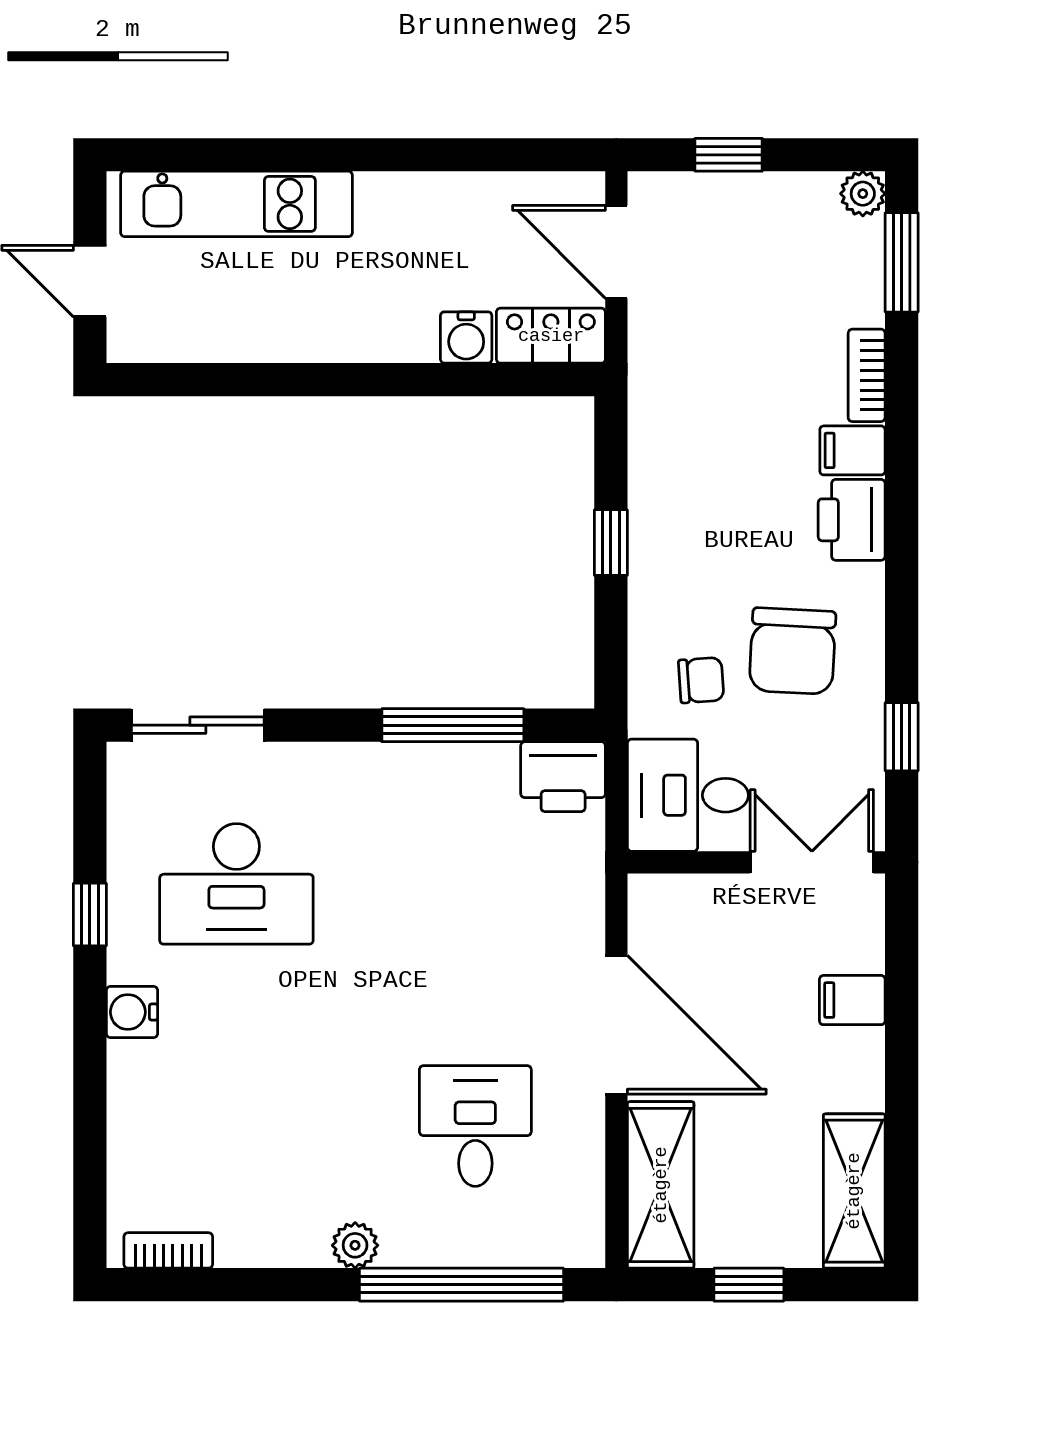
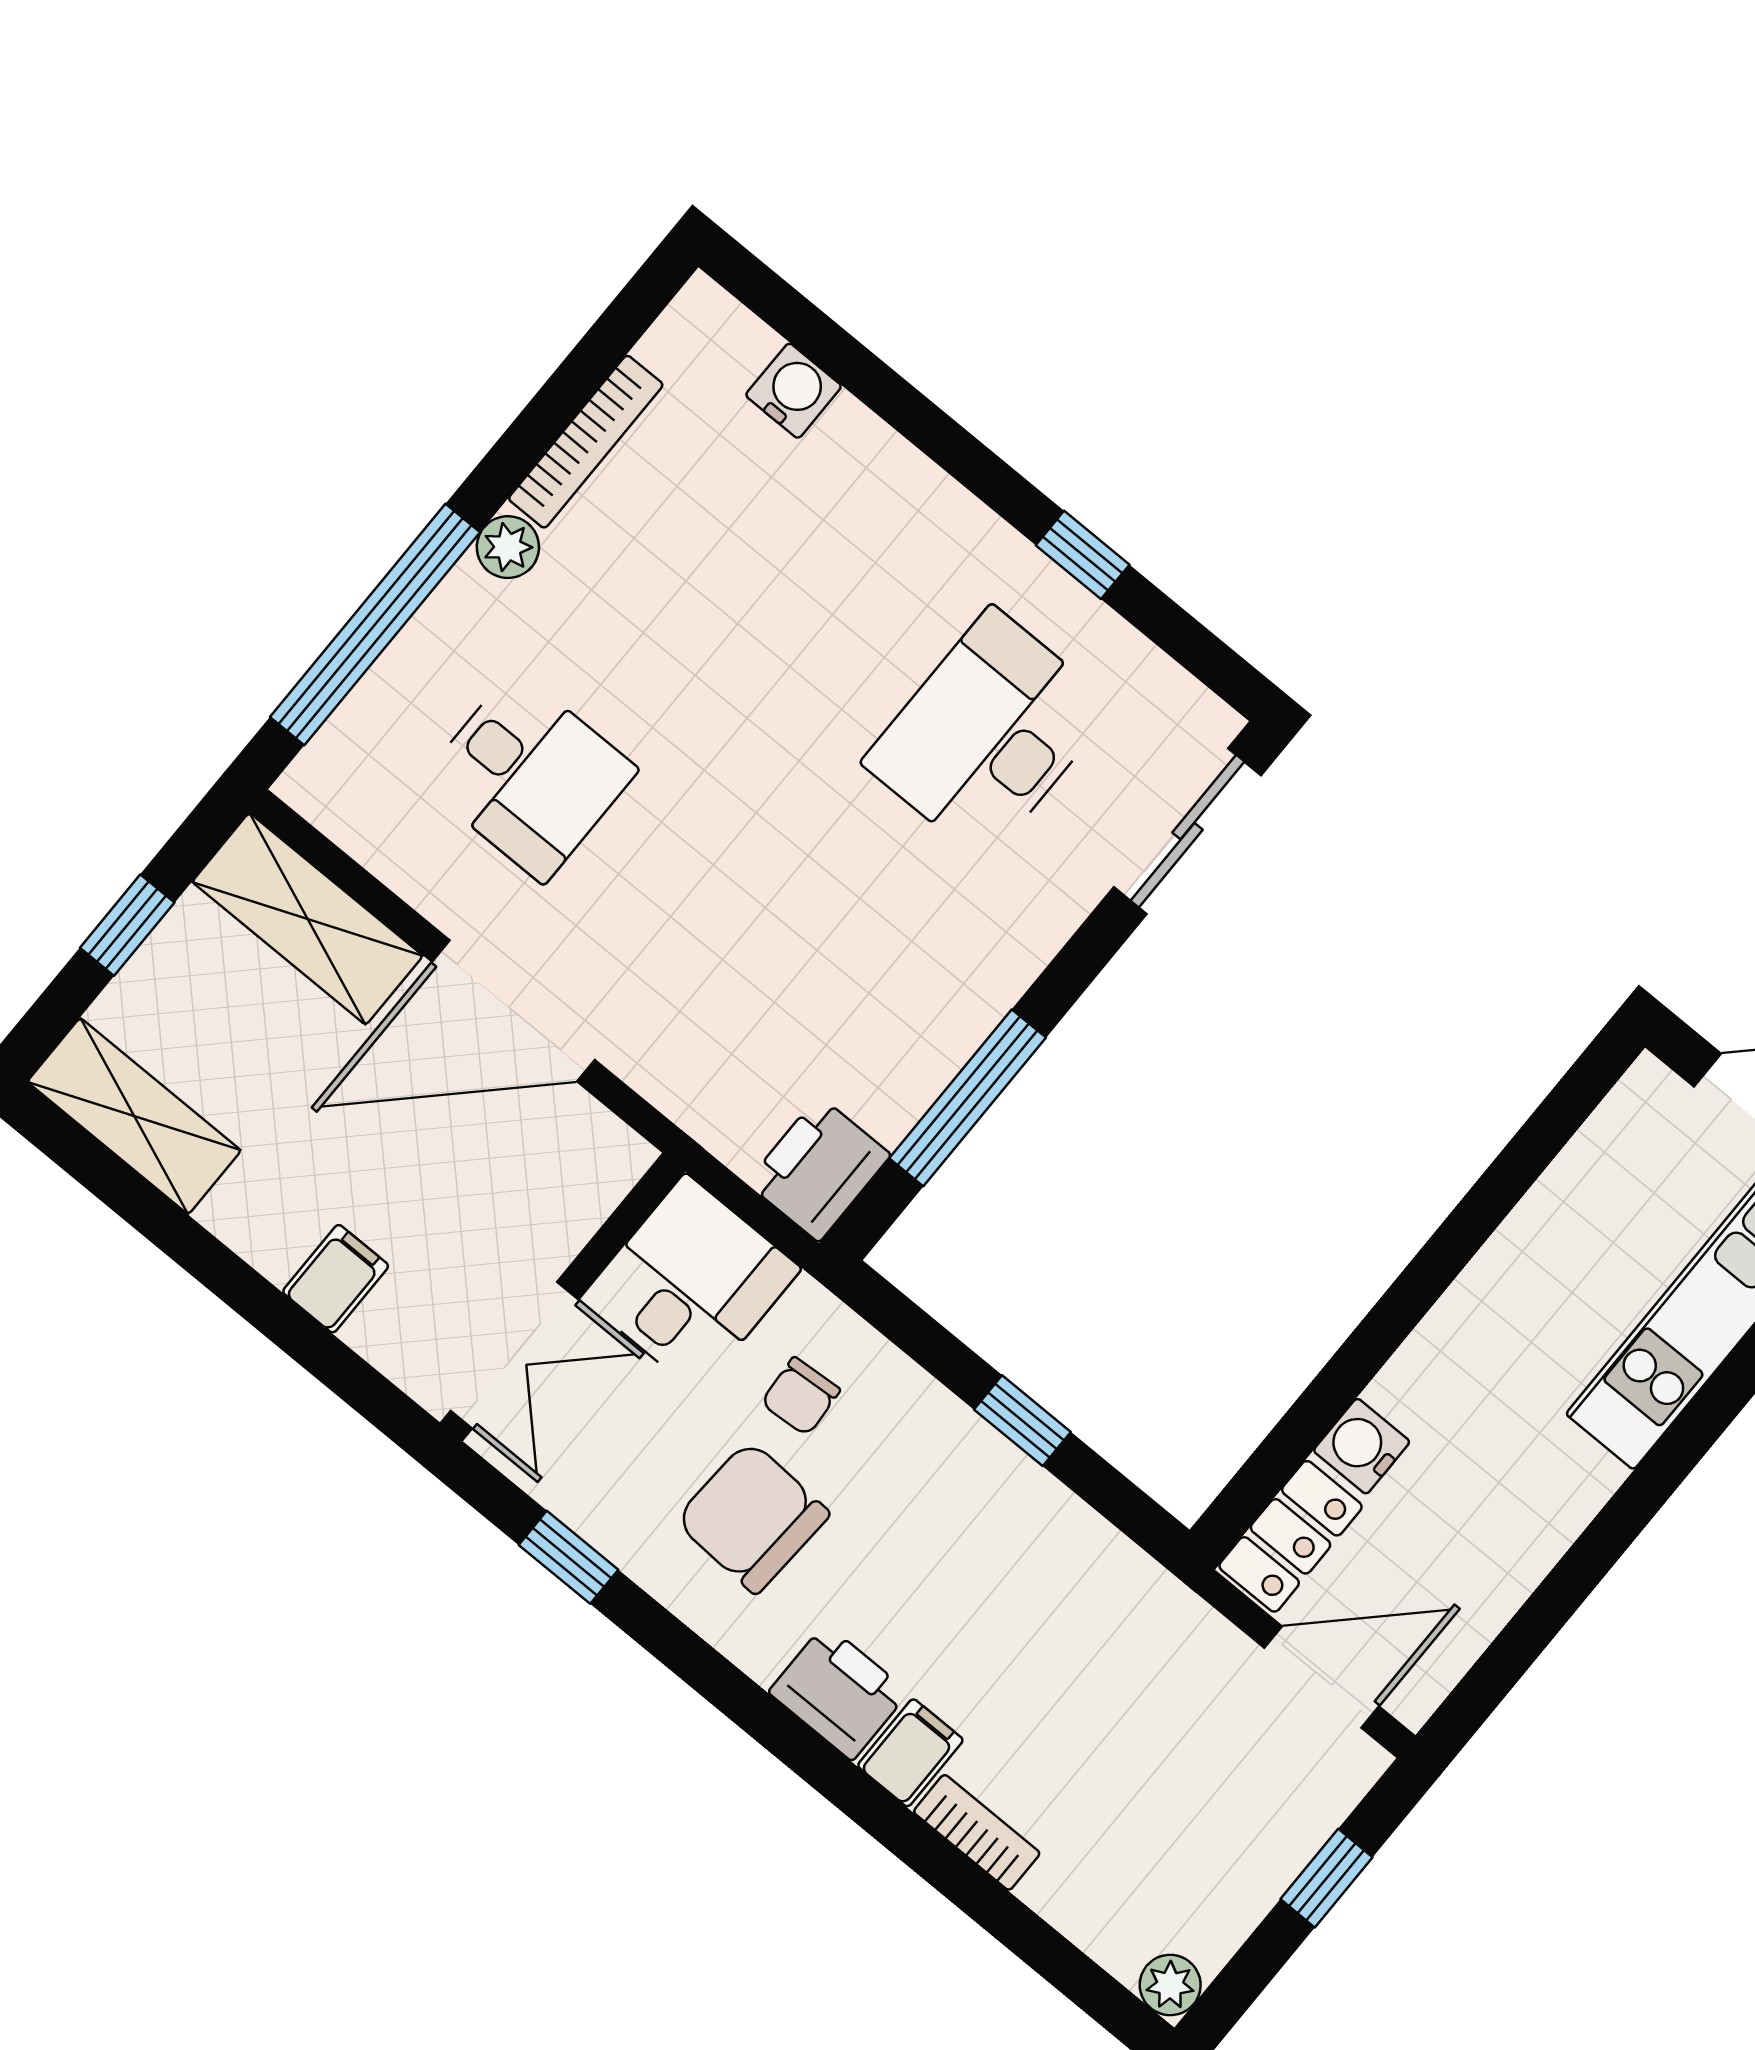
window: (902, 262) -> (1065, 1966), removed
water cooler: (132, 1012) -> (794, 391), moved
bookcase: (168, 1250) -> (586, 442), moved, width x1.56

